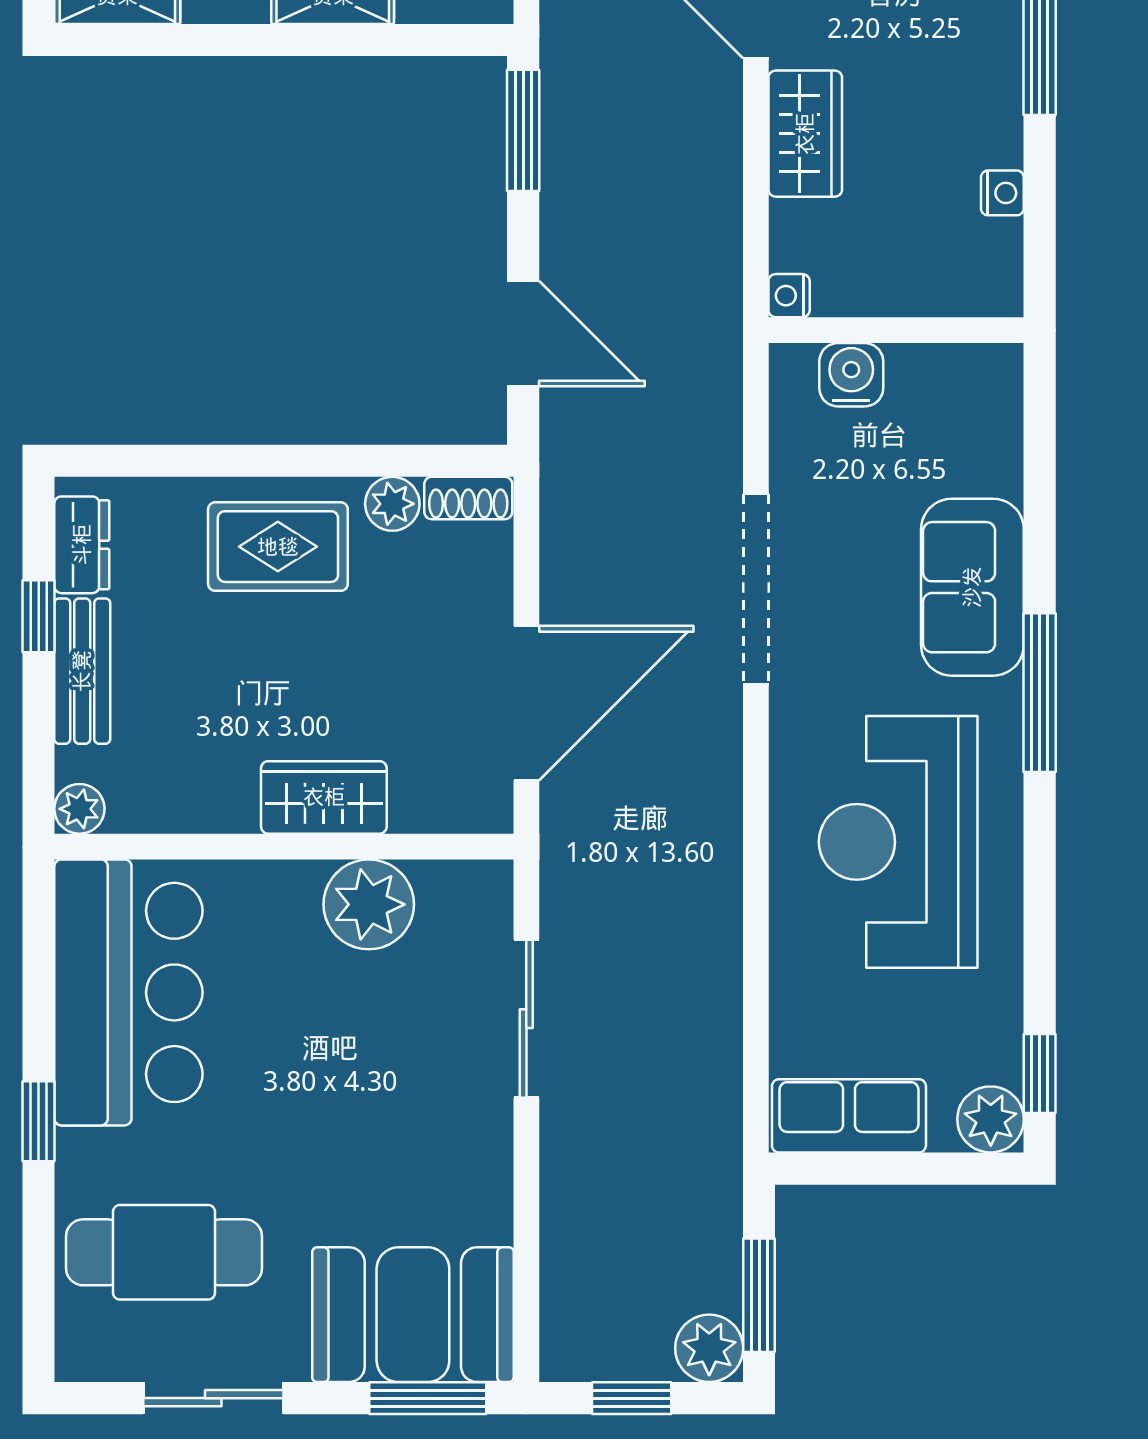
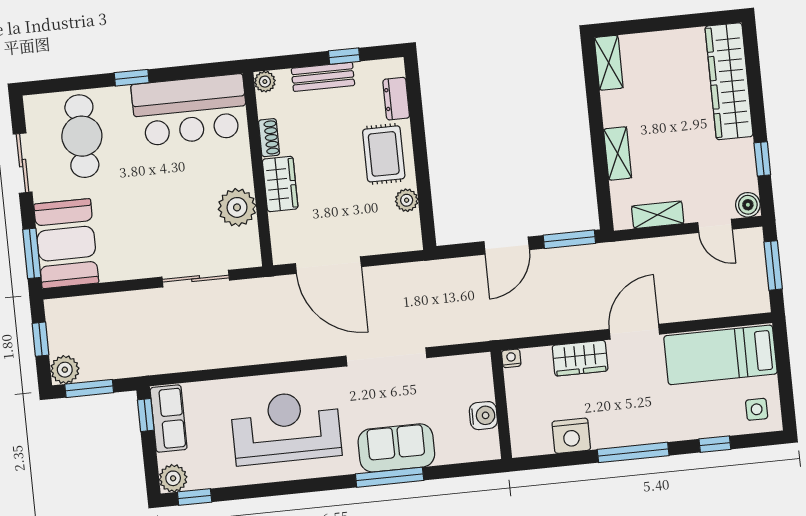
nightstand: (1002, 193) -> (571, 436), width x1.89, depth x1.79
door: (523, 334) -> (507, 246), moved
water cooler: (851, 375) -> (483, 416), moved
shoe rack: (468, 498) -> (269, 138), moved, turned 180
dresser: (82, 545) -> (396, 99), moved, turned 90
window: (1040, 693) -> (390, 477), moved
window: (835, 1169) -> (146, 415), added

